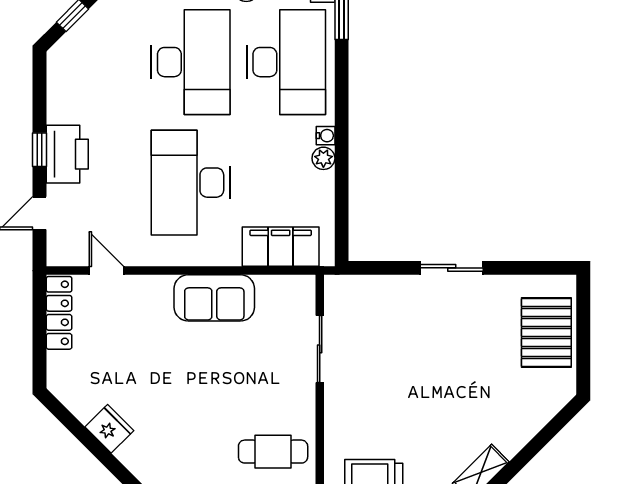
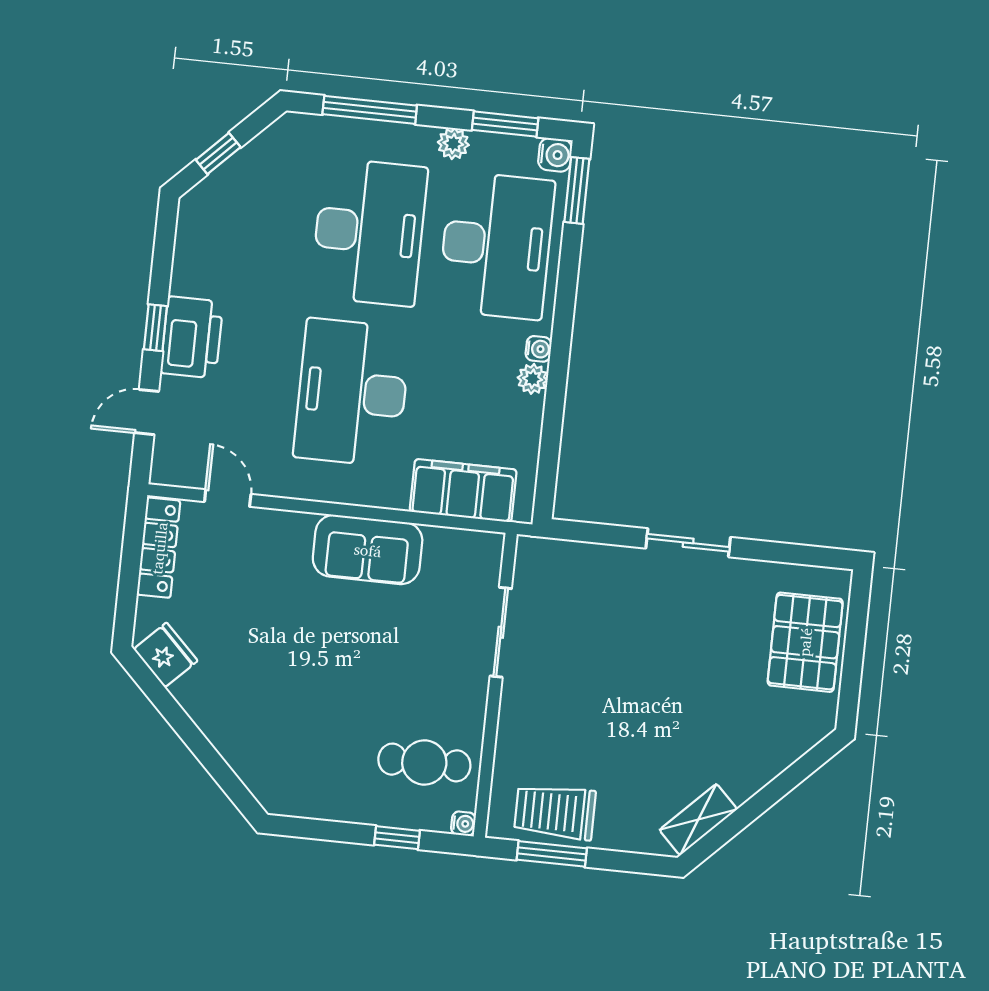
fridge: (109, 429) -> (166, 655), moved

